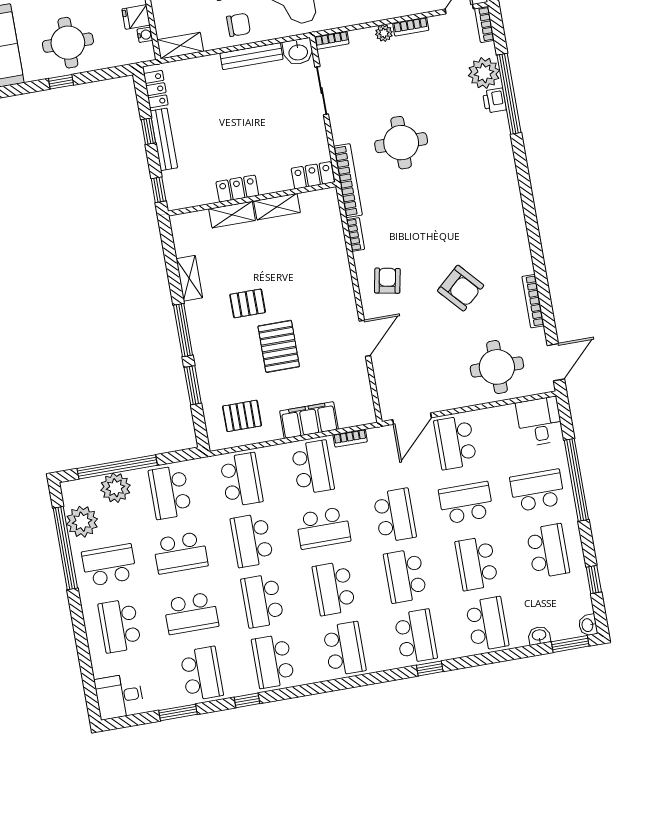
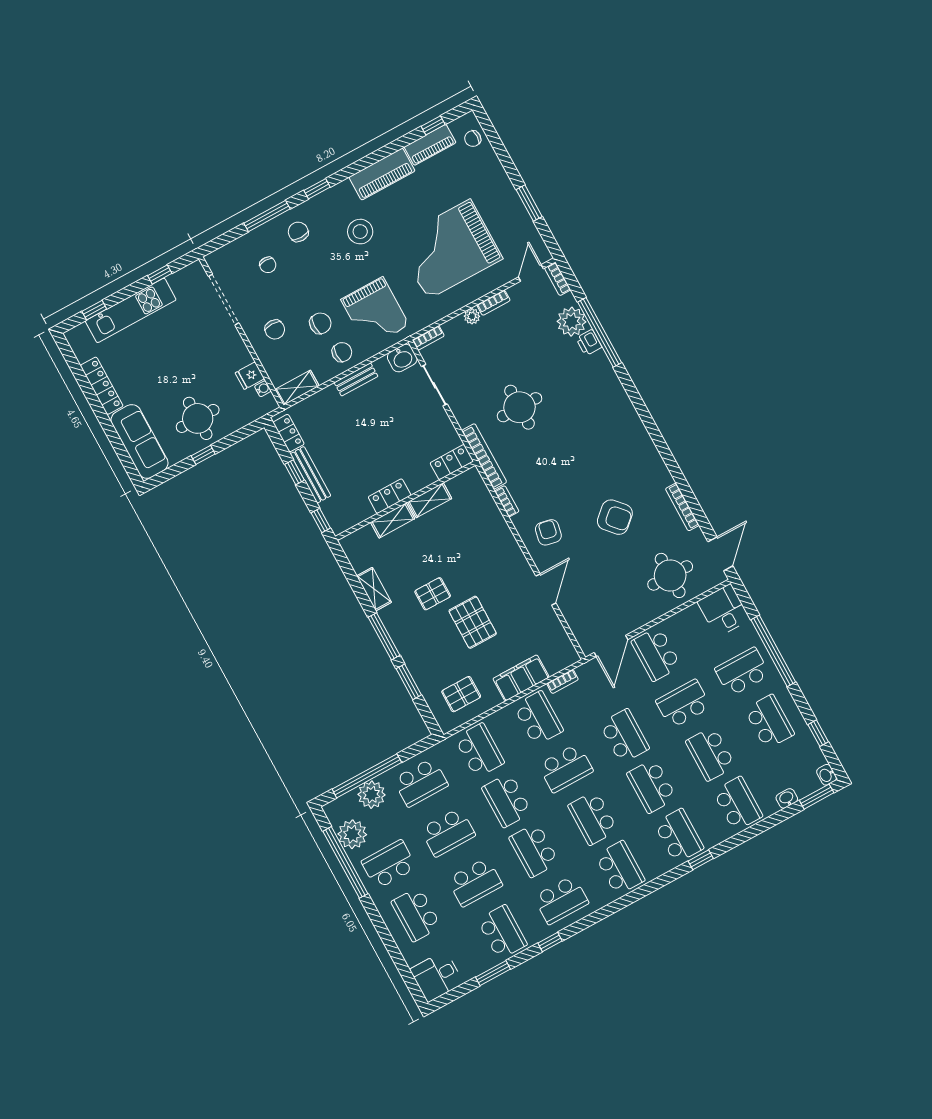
bench: (251, 56) -> (356, 379), width x0.73
school desk: (170, 492) -> (421, 782), turned -90
school desk: (273, 661) -> (561, 900), turned -90

